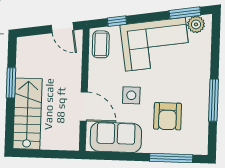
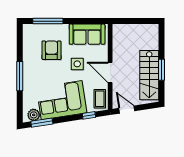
window: (214, 100) -> (20, 76), moved
door: (84, 106) -> (110, 72), moved
stairs: (28, 114) -> (149, 75), moved

